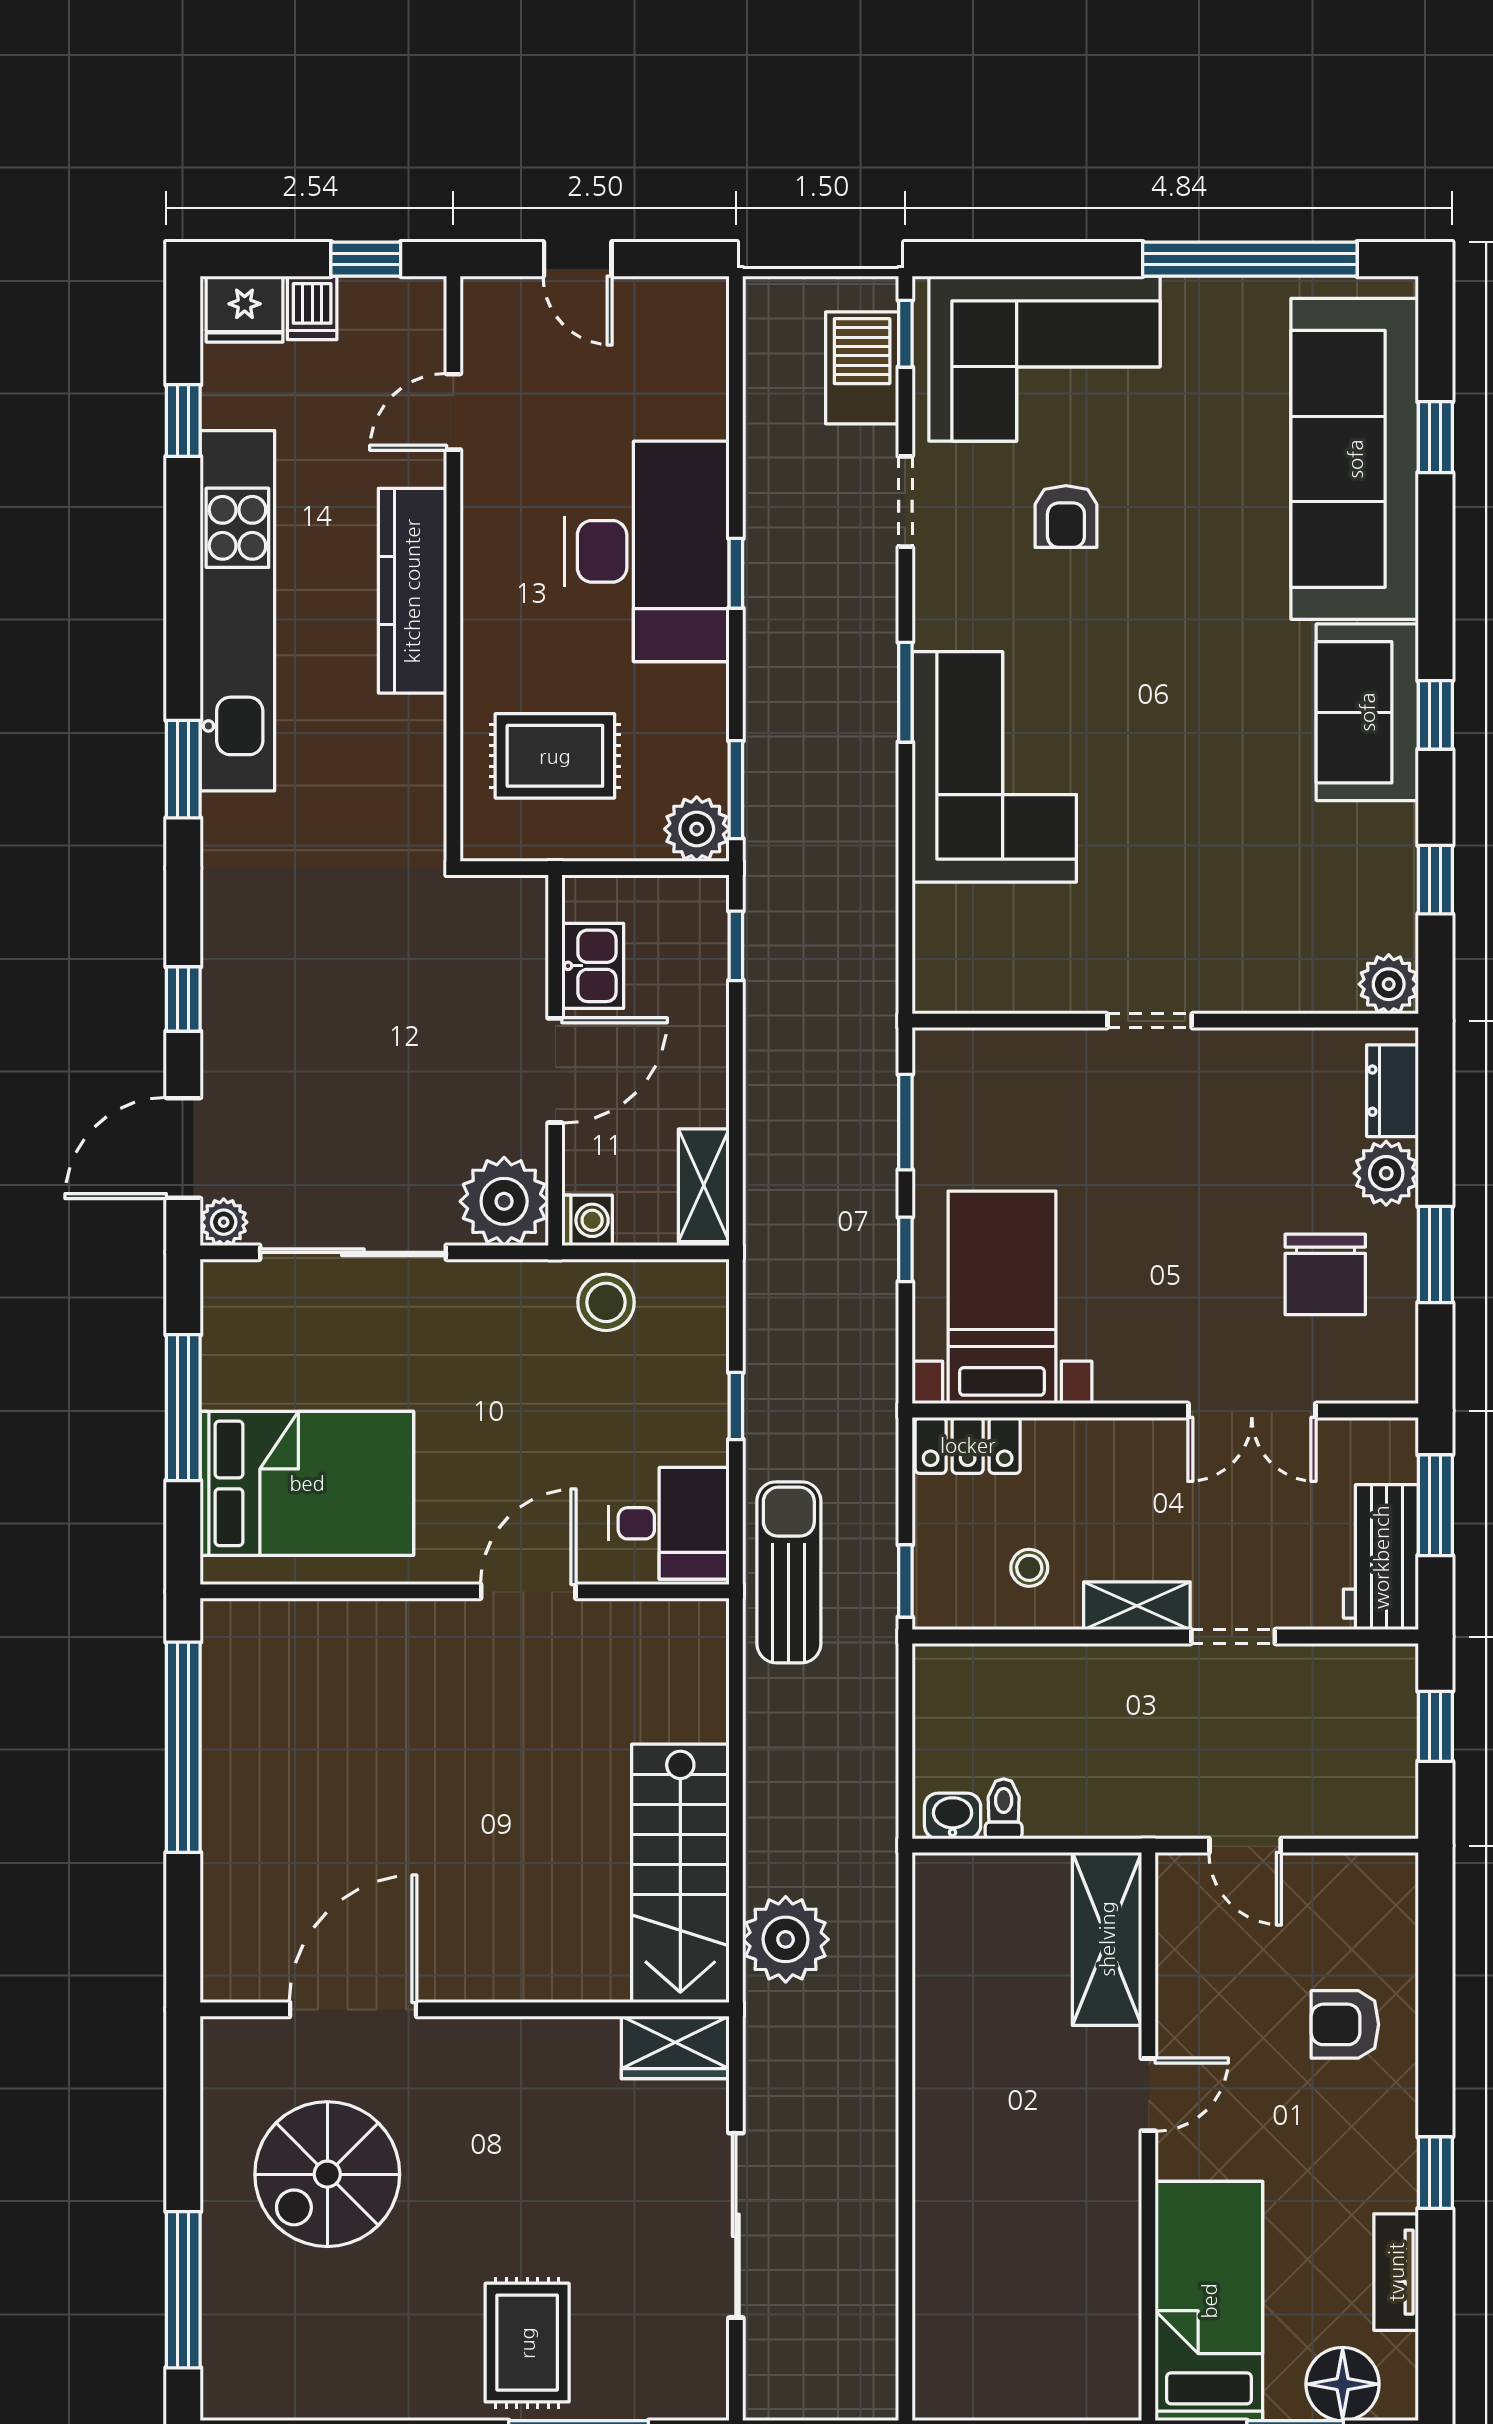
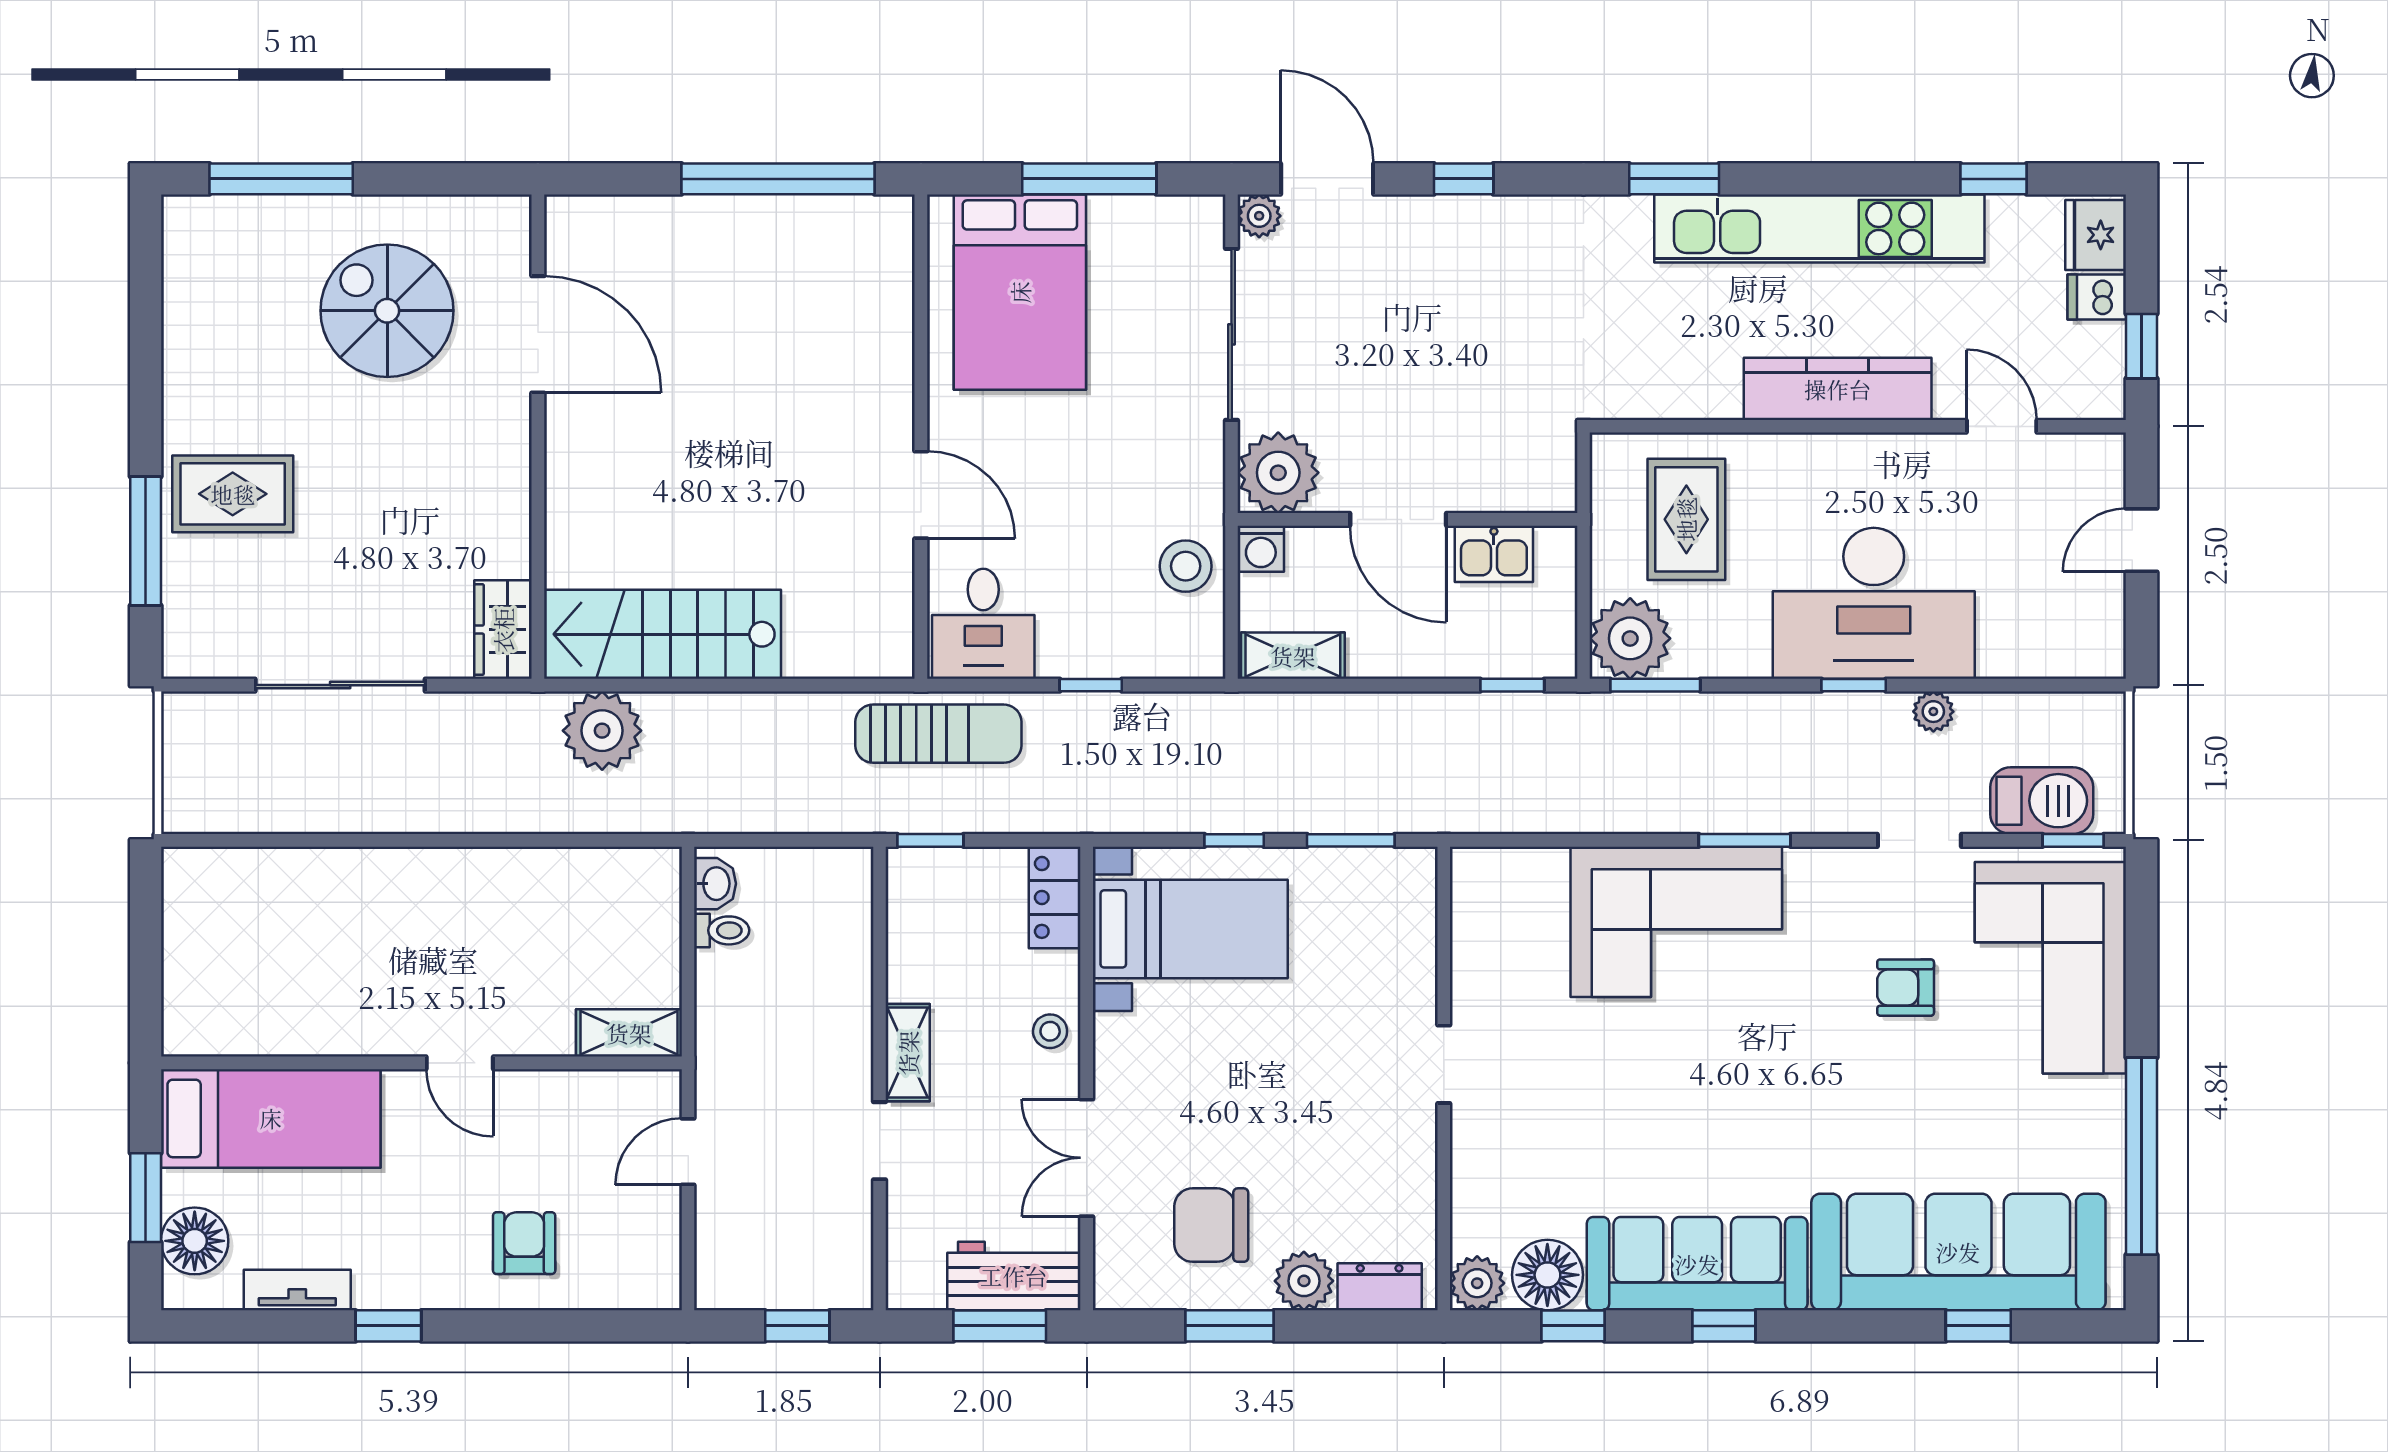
plant: (765, 486) -> (1933, 712), added
sofa: (1367, 712) -> (1697, 1264), width x1.36
plant: (697, 829) -> (1630, 638), width x1.36, depth x1.36
floor lamp: (1380, 907) -> (1547, 1275), added
workbench: (1381, 1557) -> (1014, 1276), moved
stool: (1029, 1568) -> (1050, 1031), moved
shelving: (1107, 1939) -> (629, 1033), width x0.67, depth x0.75

